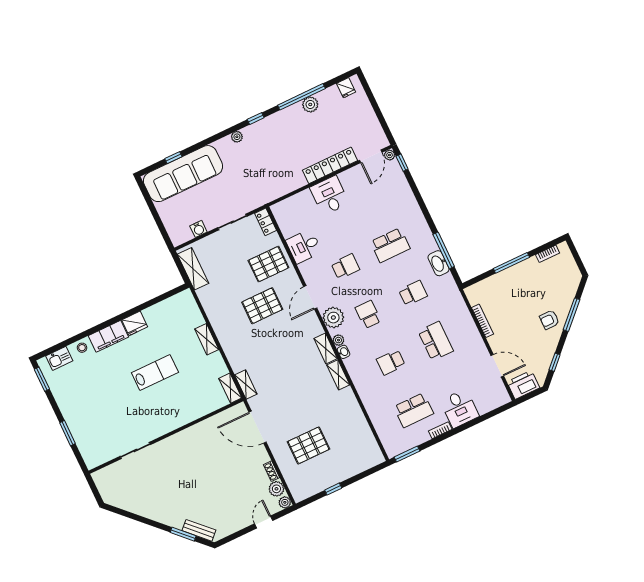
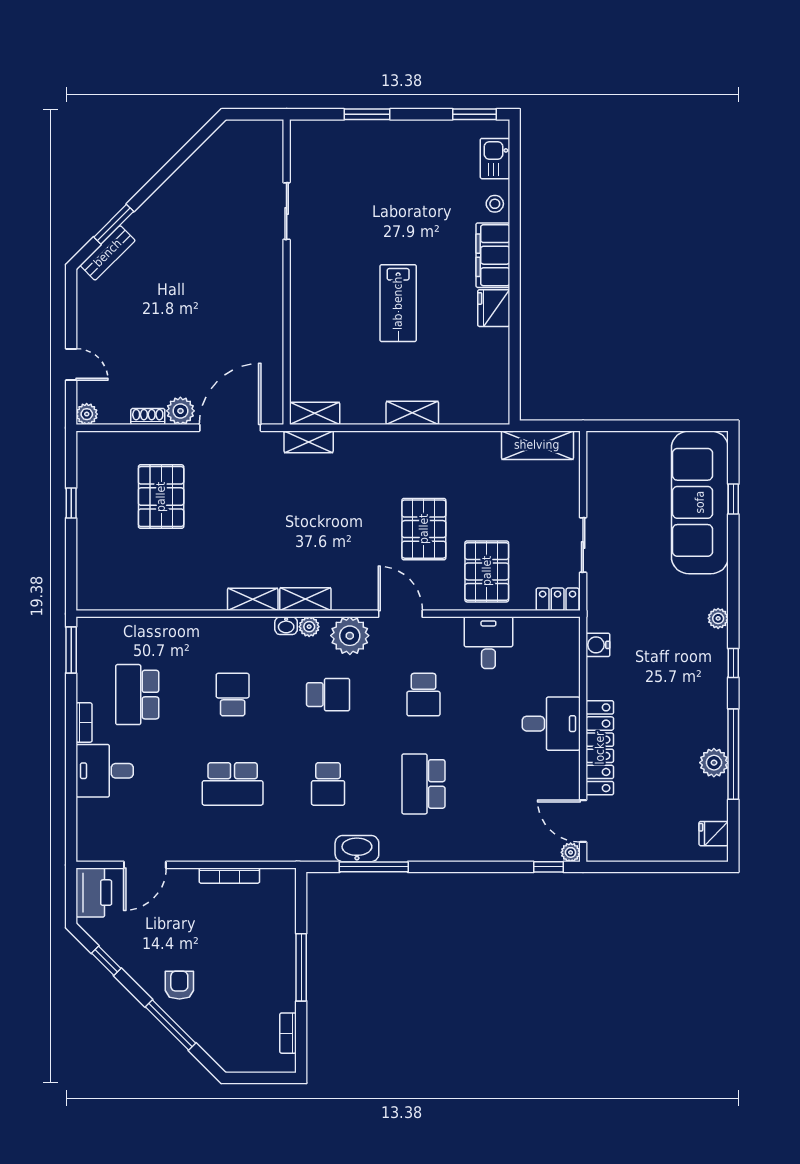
water cooler: (198, 229) -> (598, 645), moved
plant: (276, 489) -> (180, 411), moved

